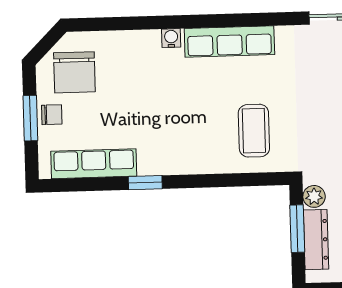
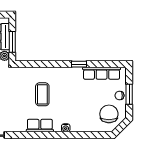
row of seats: (229, 41) -> (40, 126), width x0.68
coffee table: (254, 131) -> (42, 94), moved

